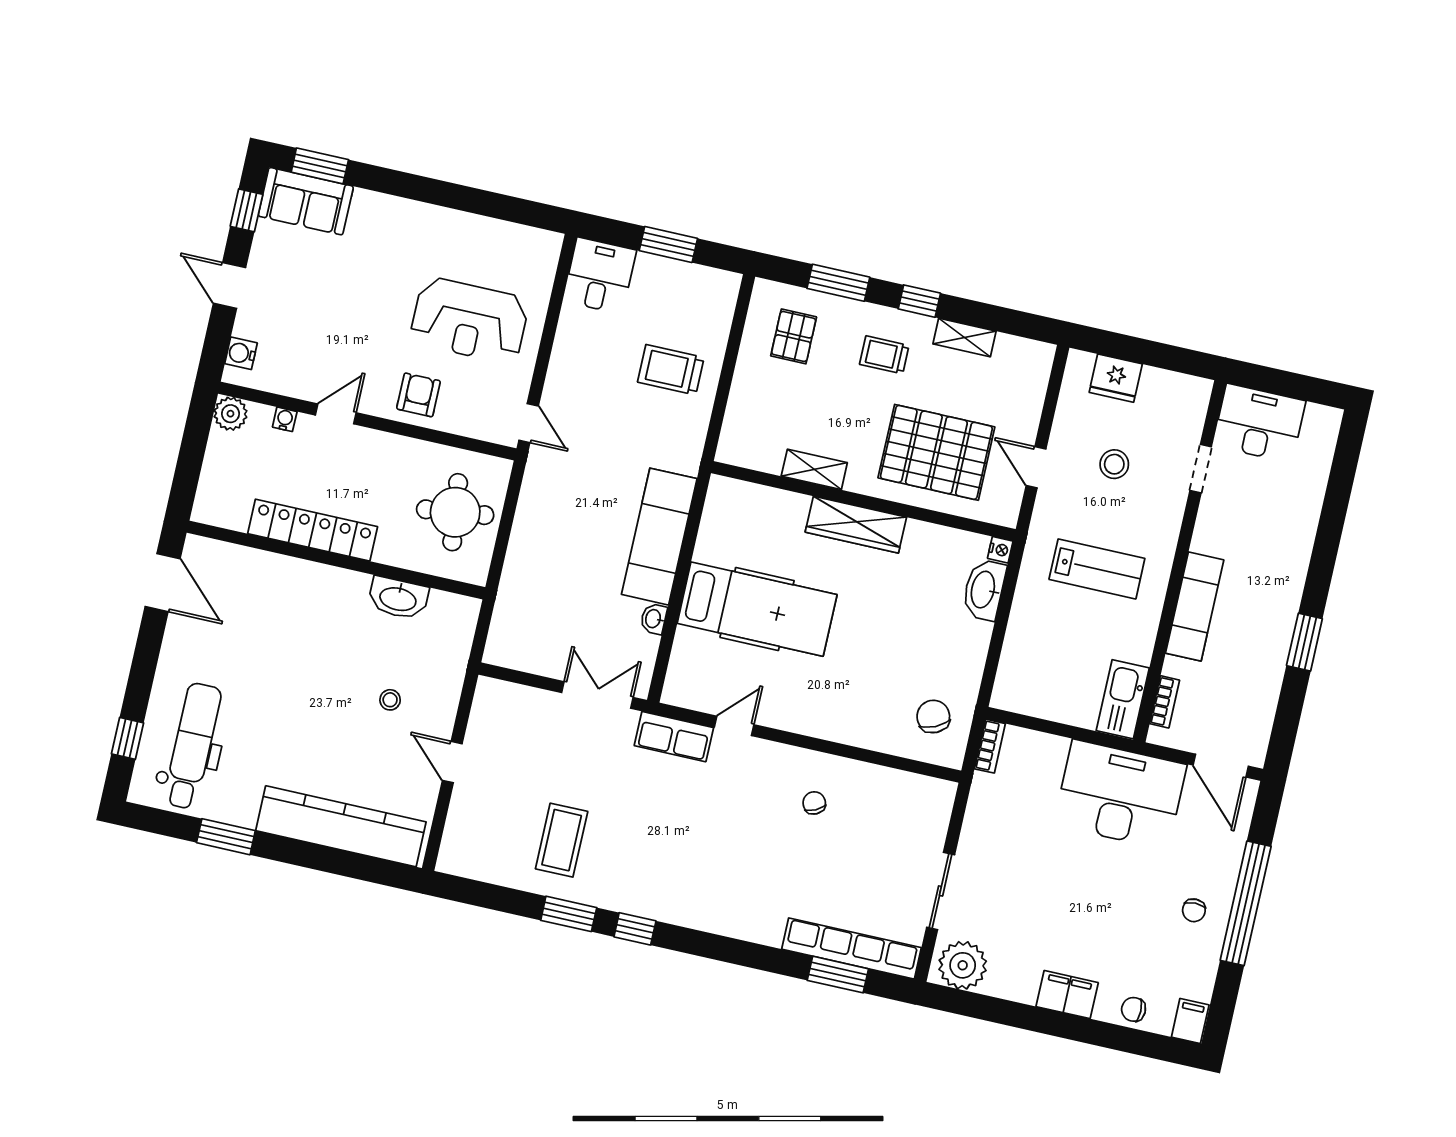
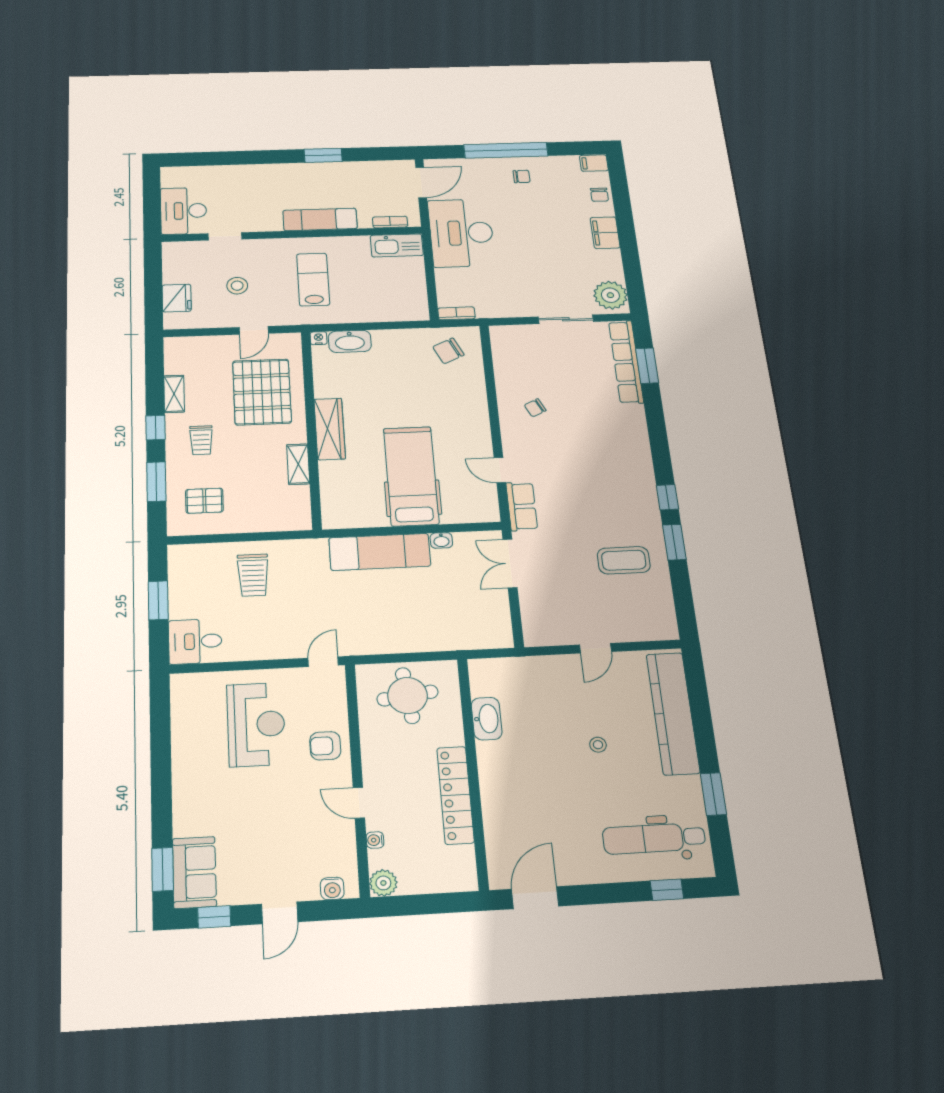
stool: (390, 700) -> (598, 745), moved

